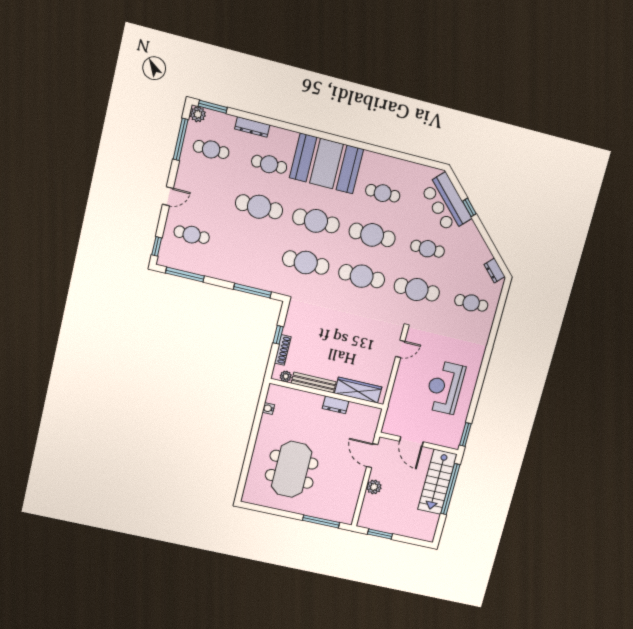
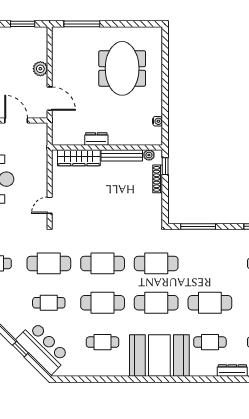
window: (278, 335) -> (165, 166), moved

